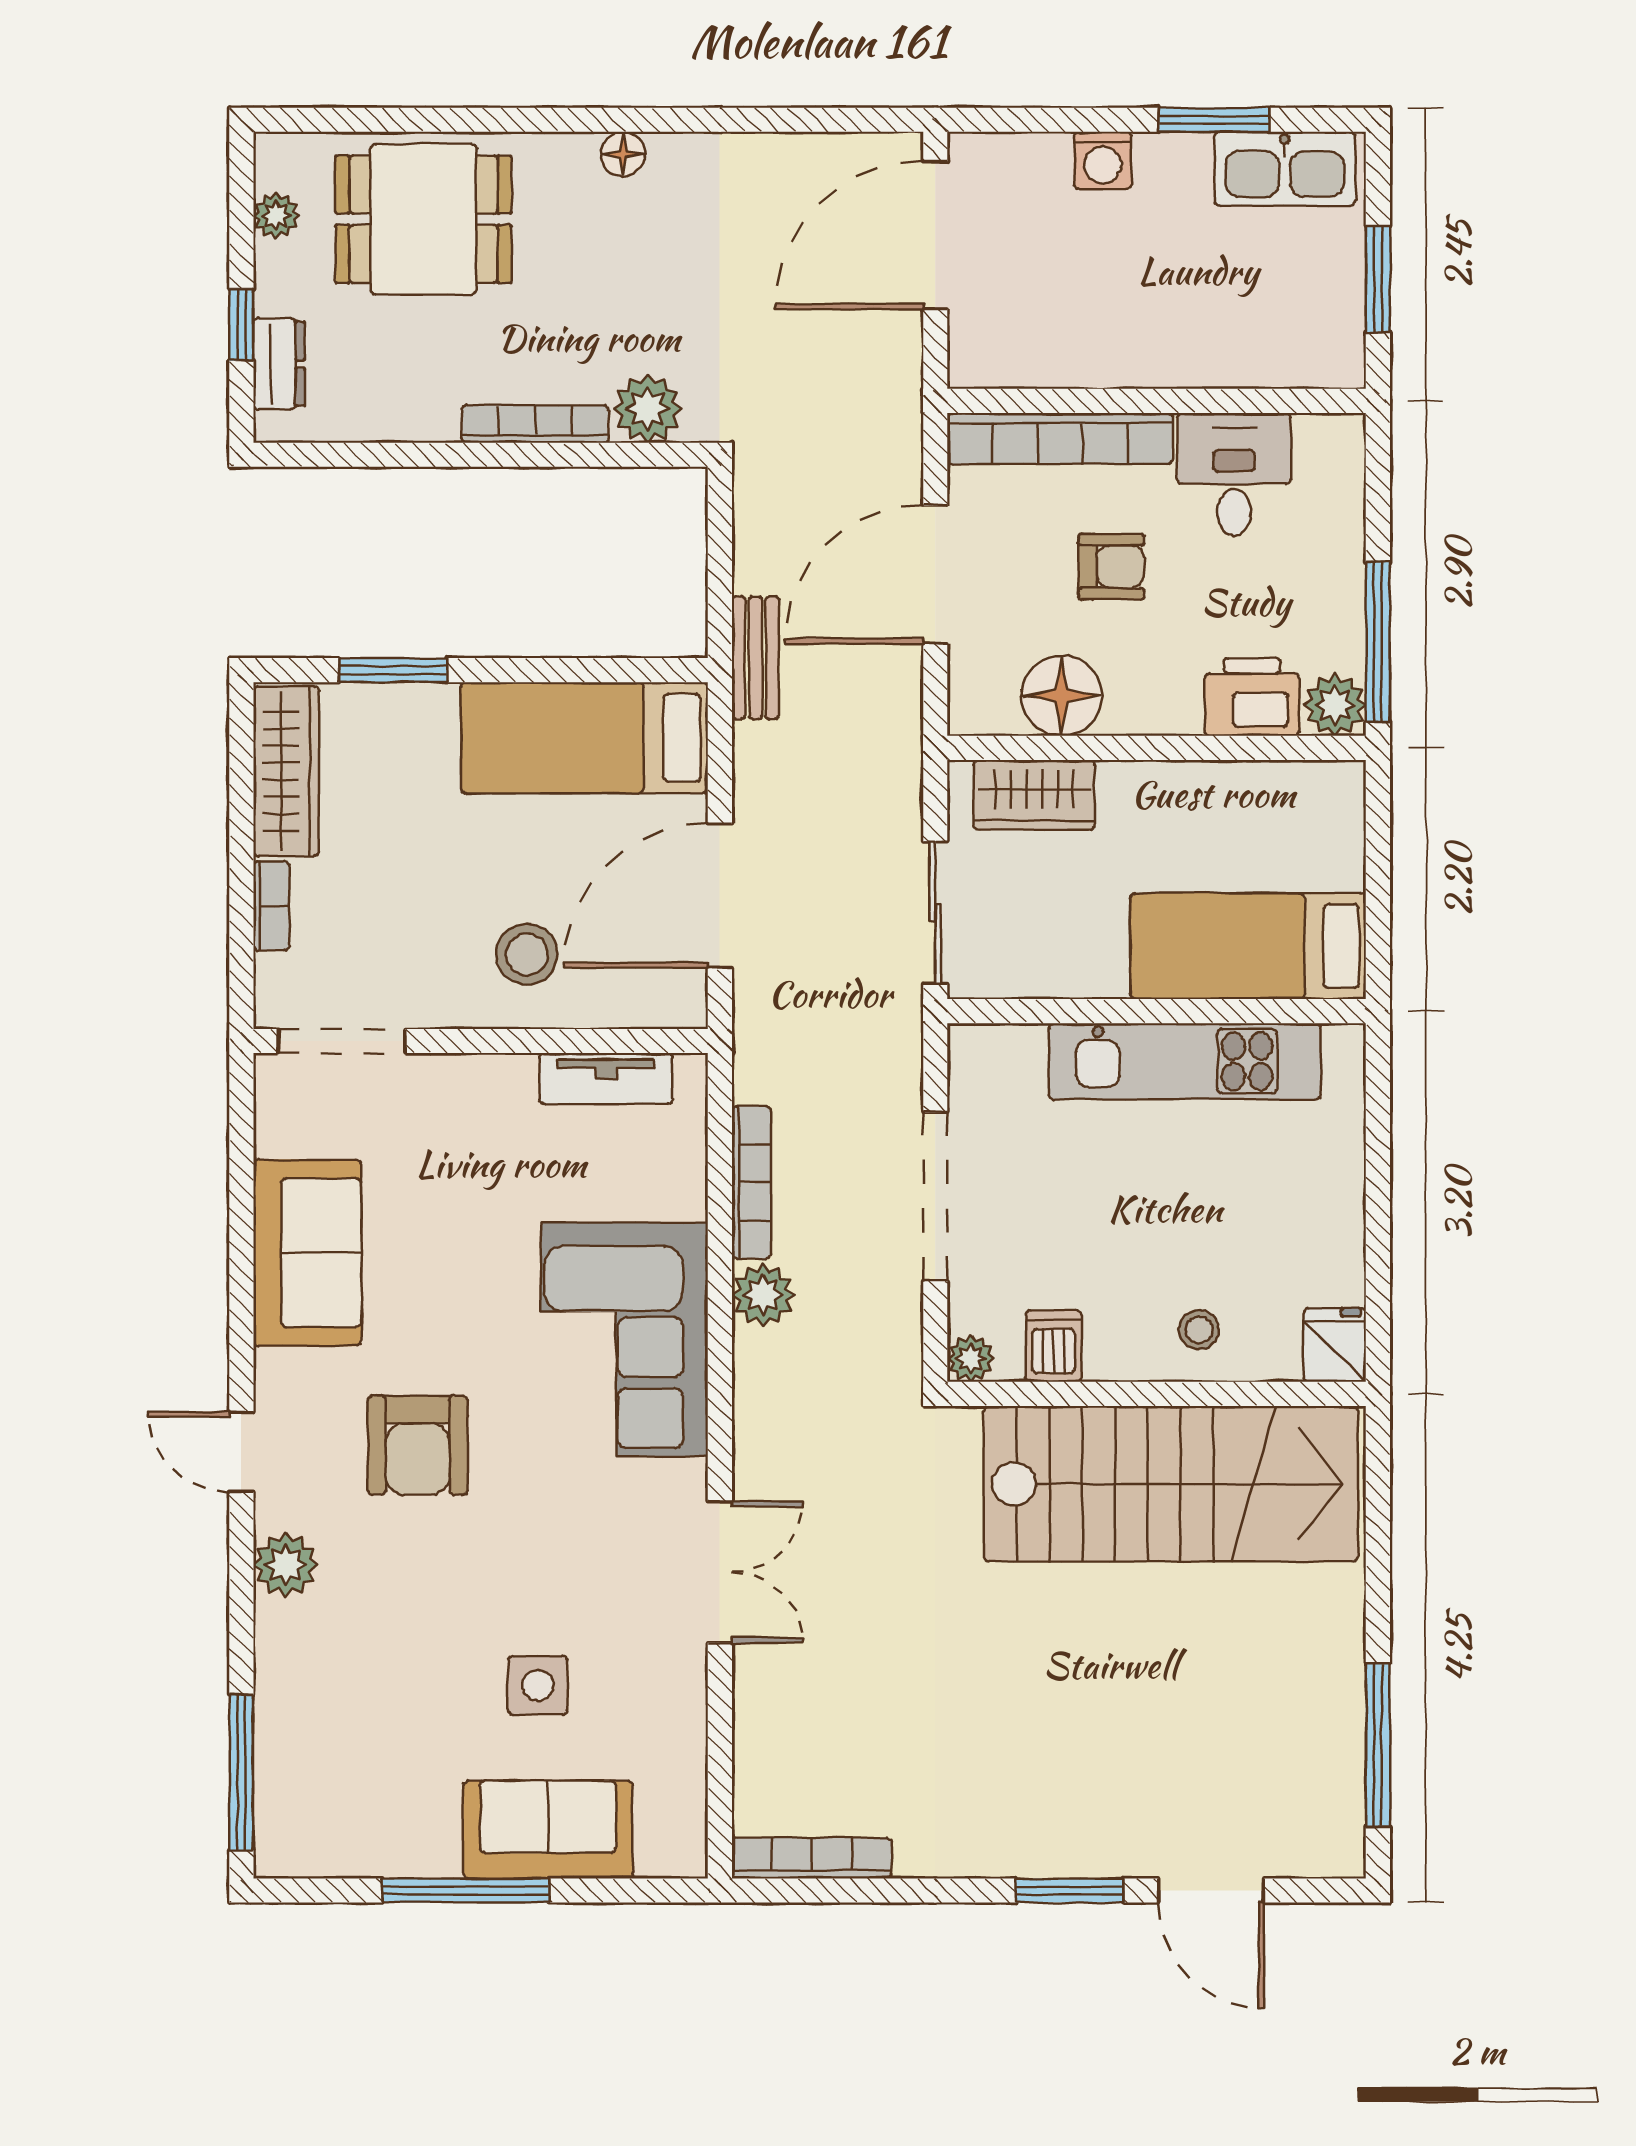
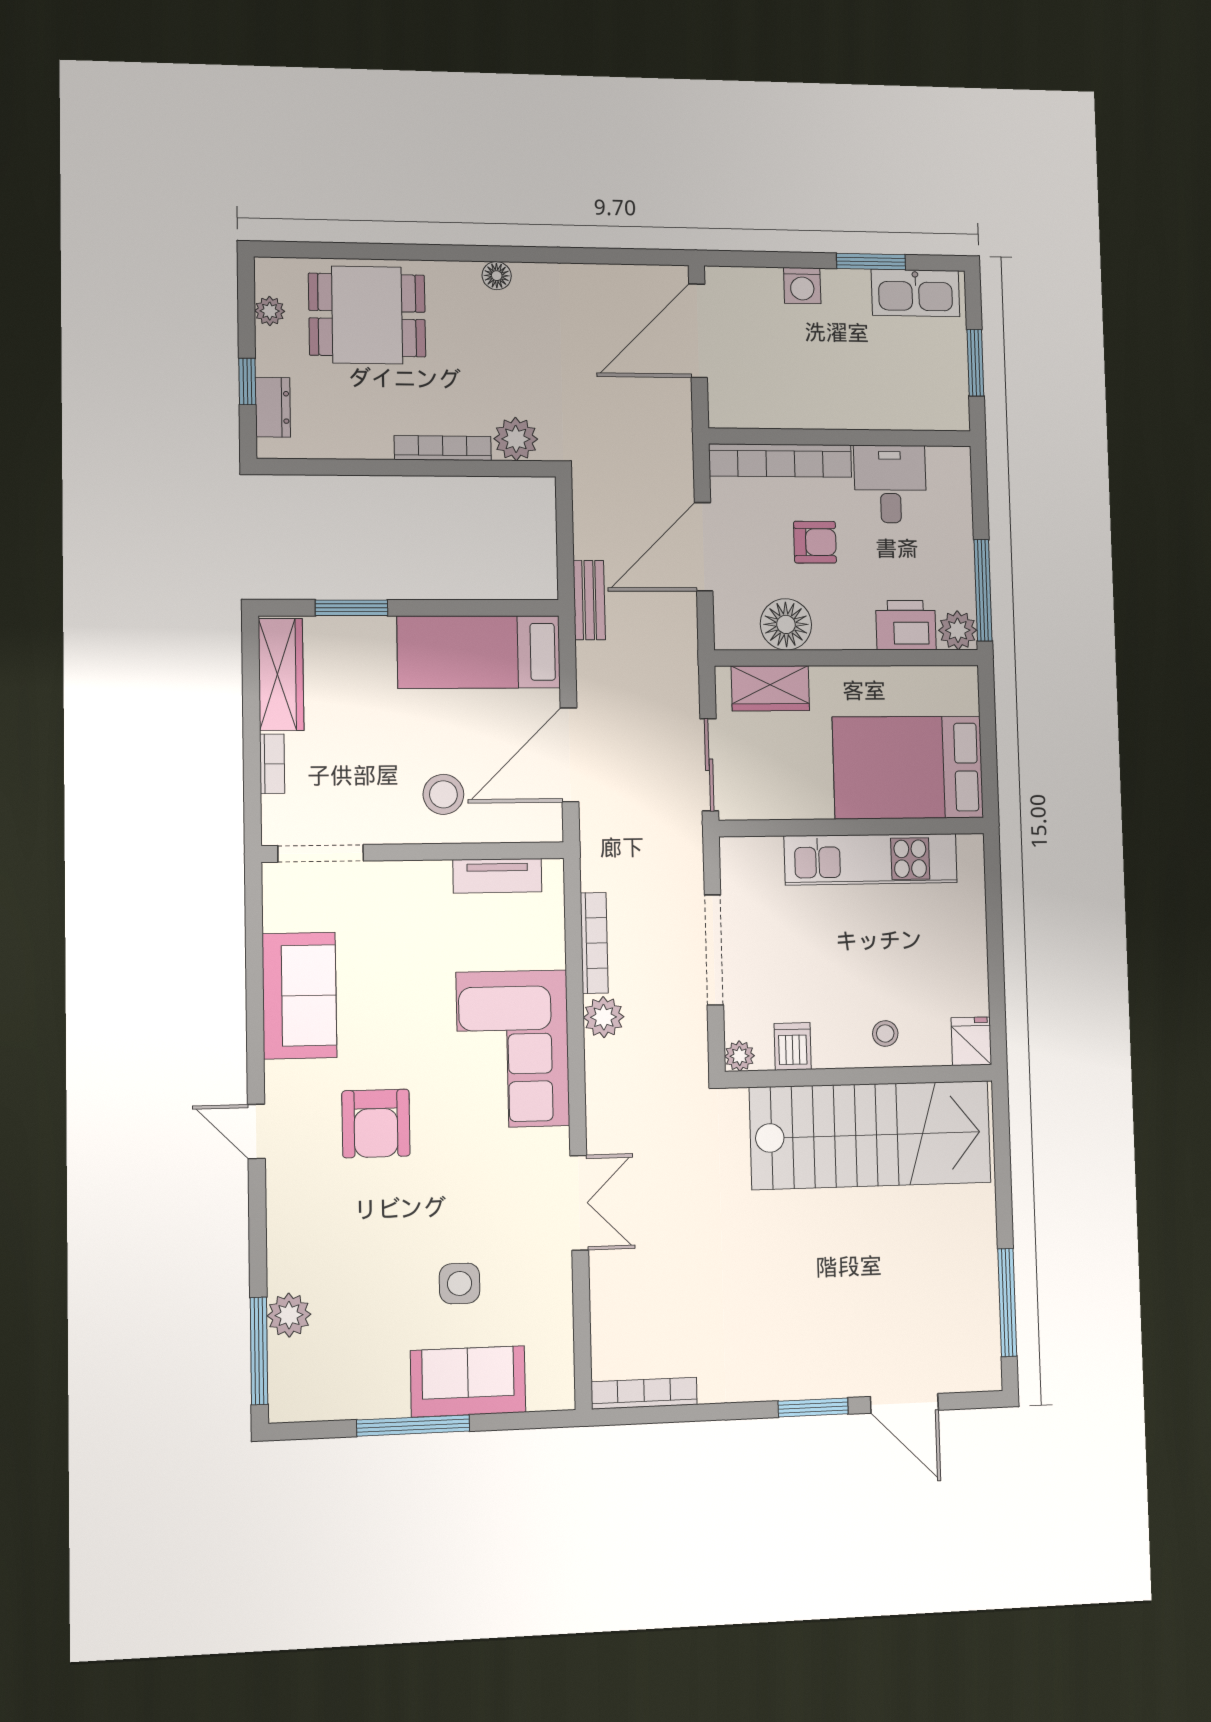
bed: (1248, 946) -> (908, 768), width x1.50
plant: (286, 1565) -> (289, 1315), moved

